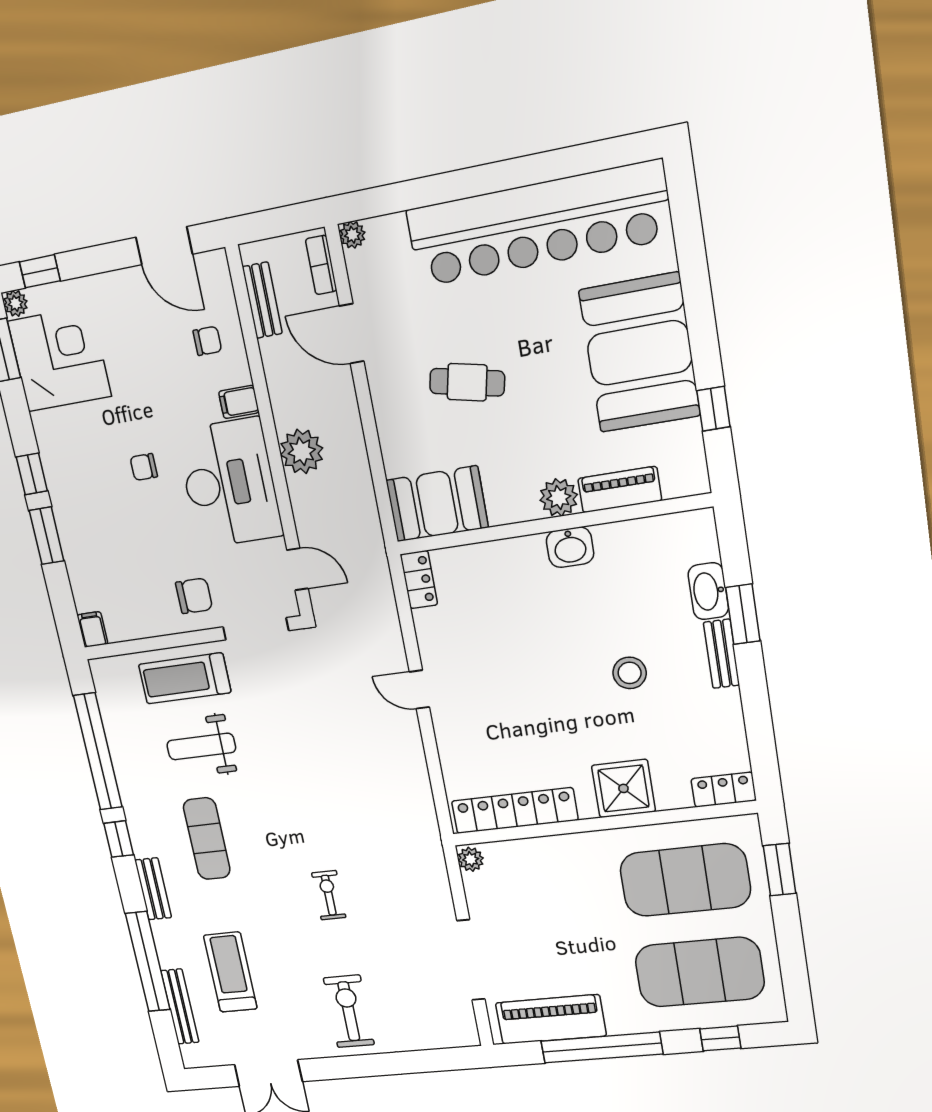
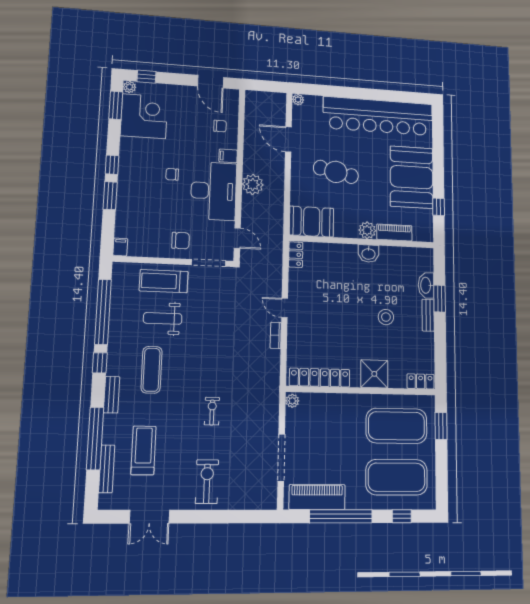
bookcase: (321, 265) -> (276, 335), moved
bench: (262, 300) -> (251, 115), removed
cafe table: (467, 382) -> (336, 172), width x1.37, depth x1.35

